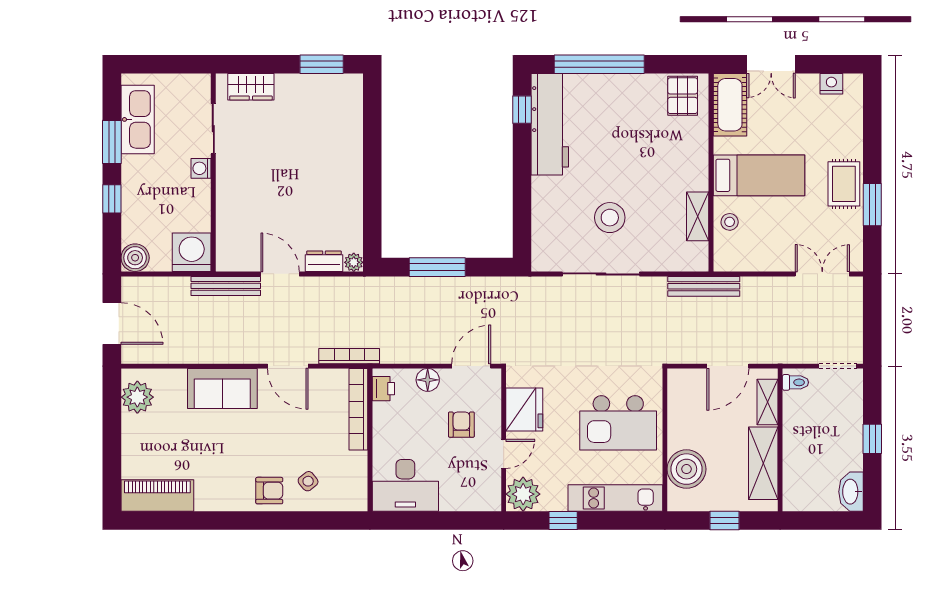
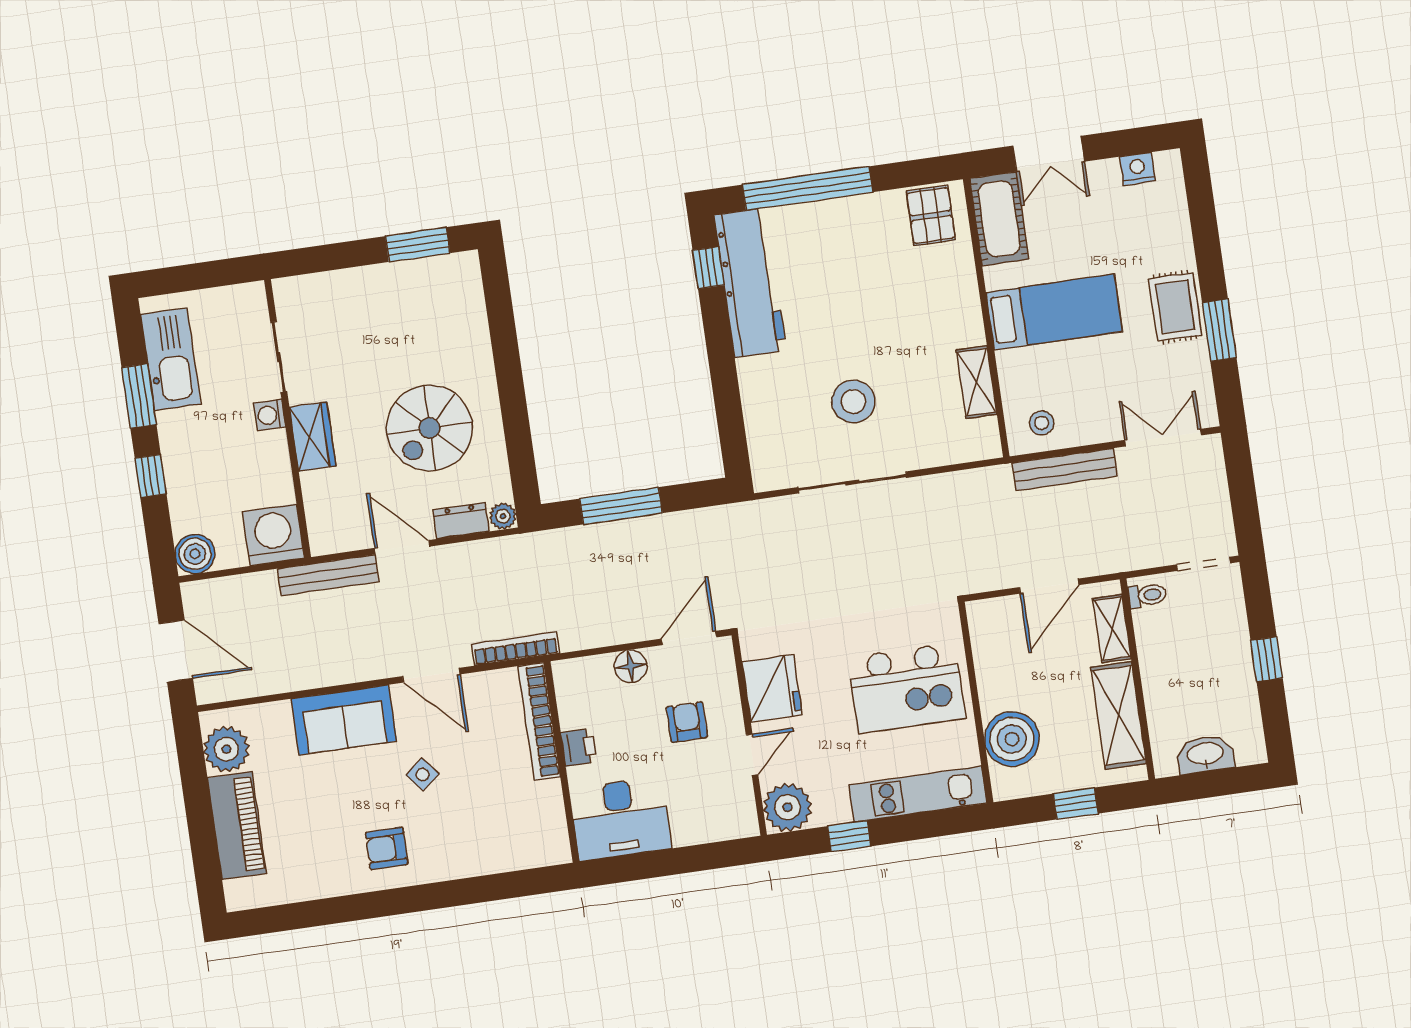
wardrobe: (251, 87) -> (313, 437), moved, turned -90
spiral stairs: (311, 193) -> (430, 428), added
stool: (730, 222) -> (1042, 423), moved
bench: (704, 286) -> (1065, 470), moved
printer: (383, 389) -> (579, 747), moved
side table: (308, 481) -> (423, 775), moved
armchair: (269, 491) -> (387, 848), moved, turned 180
washbasin: (851, 492) -> (1205, 754), moved, turned 90
piano: (157, 495) -> (237, 826), moved, turned 90

